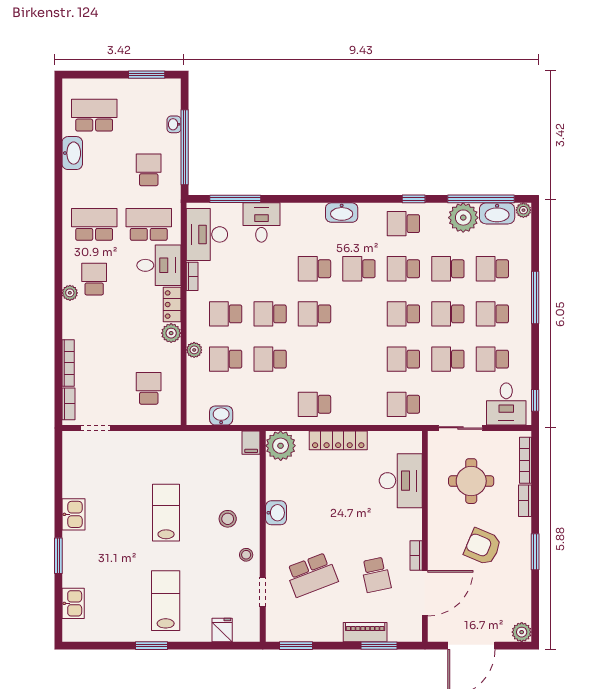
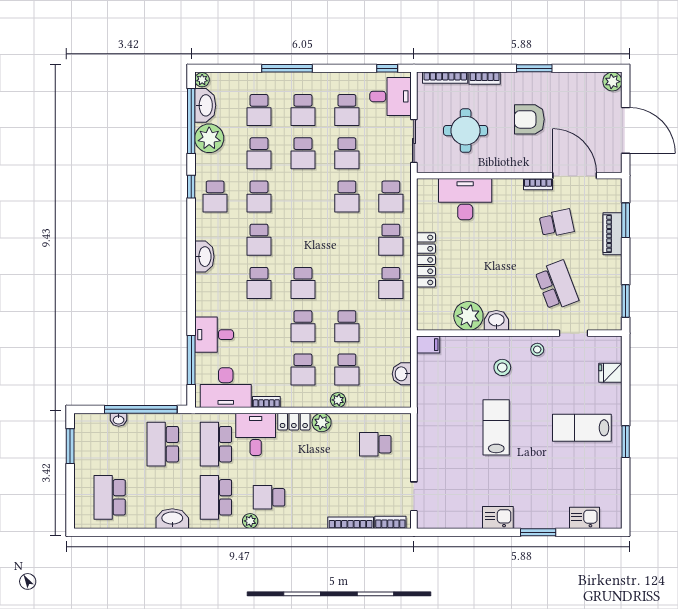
washbasin: (72, 153) -> (172, 519), moved
school desk: (149, 170) -> (163, 444), width x1.85
plant: (70, 293) -> (250, 521), moved
school desk: (403, 314) -> (391, 240), moved
plant: (281, 446) -> (468, 316), moved
lab bench: (166, 513) -> (496, 427), turned 90
armchair: (483, 547) -> (529, 119), turned 67

